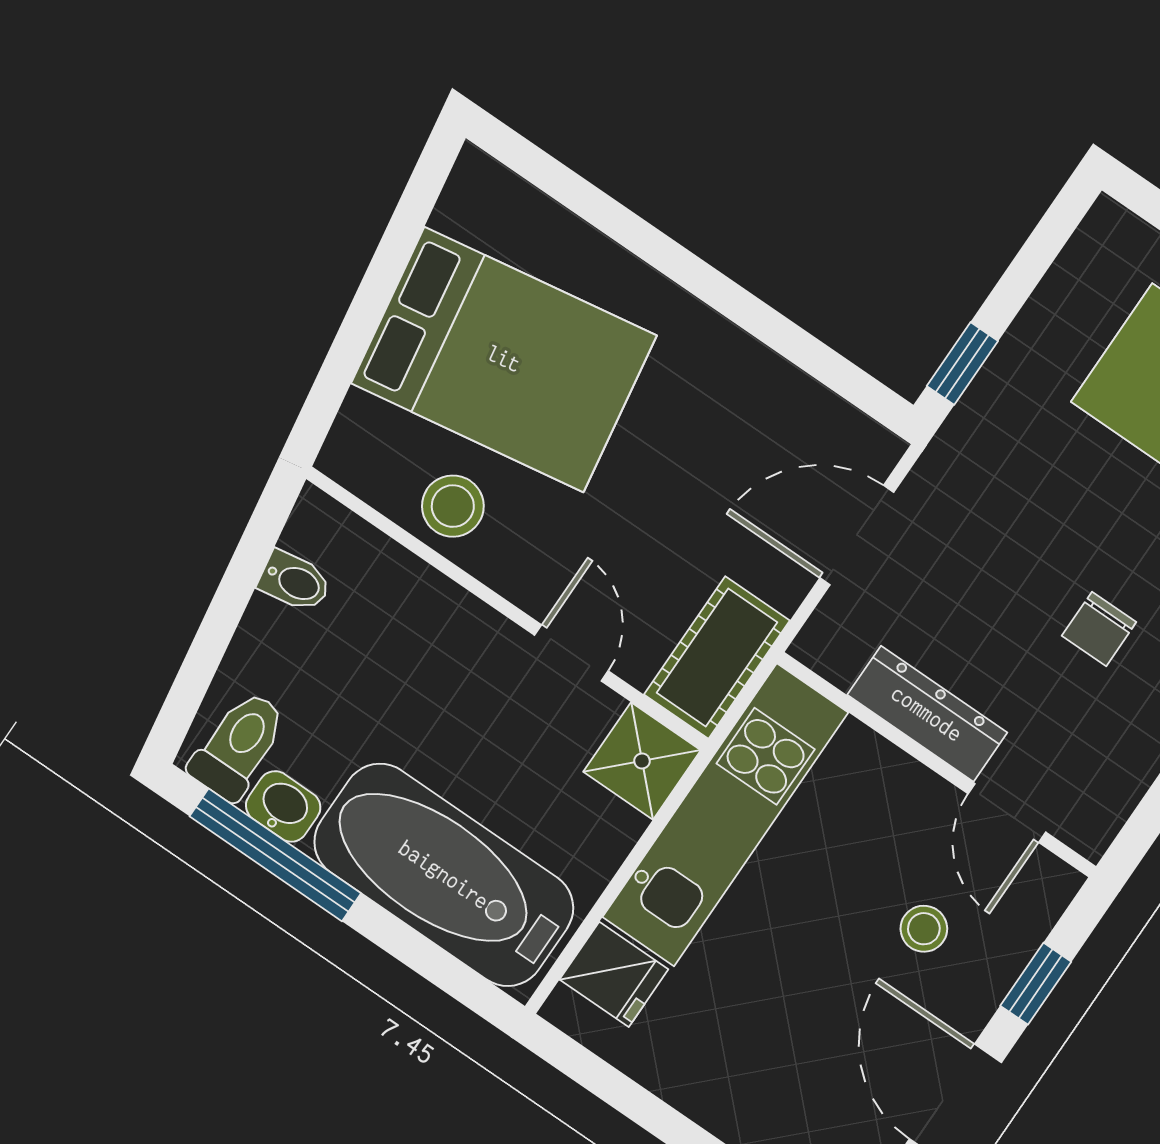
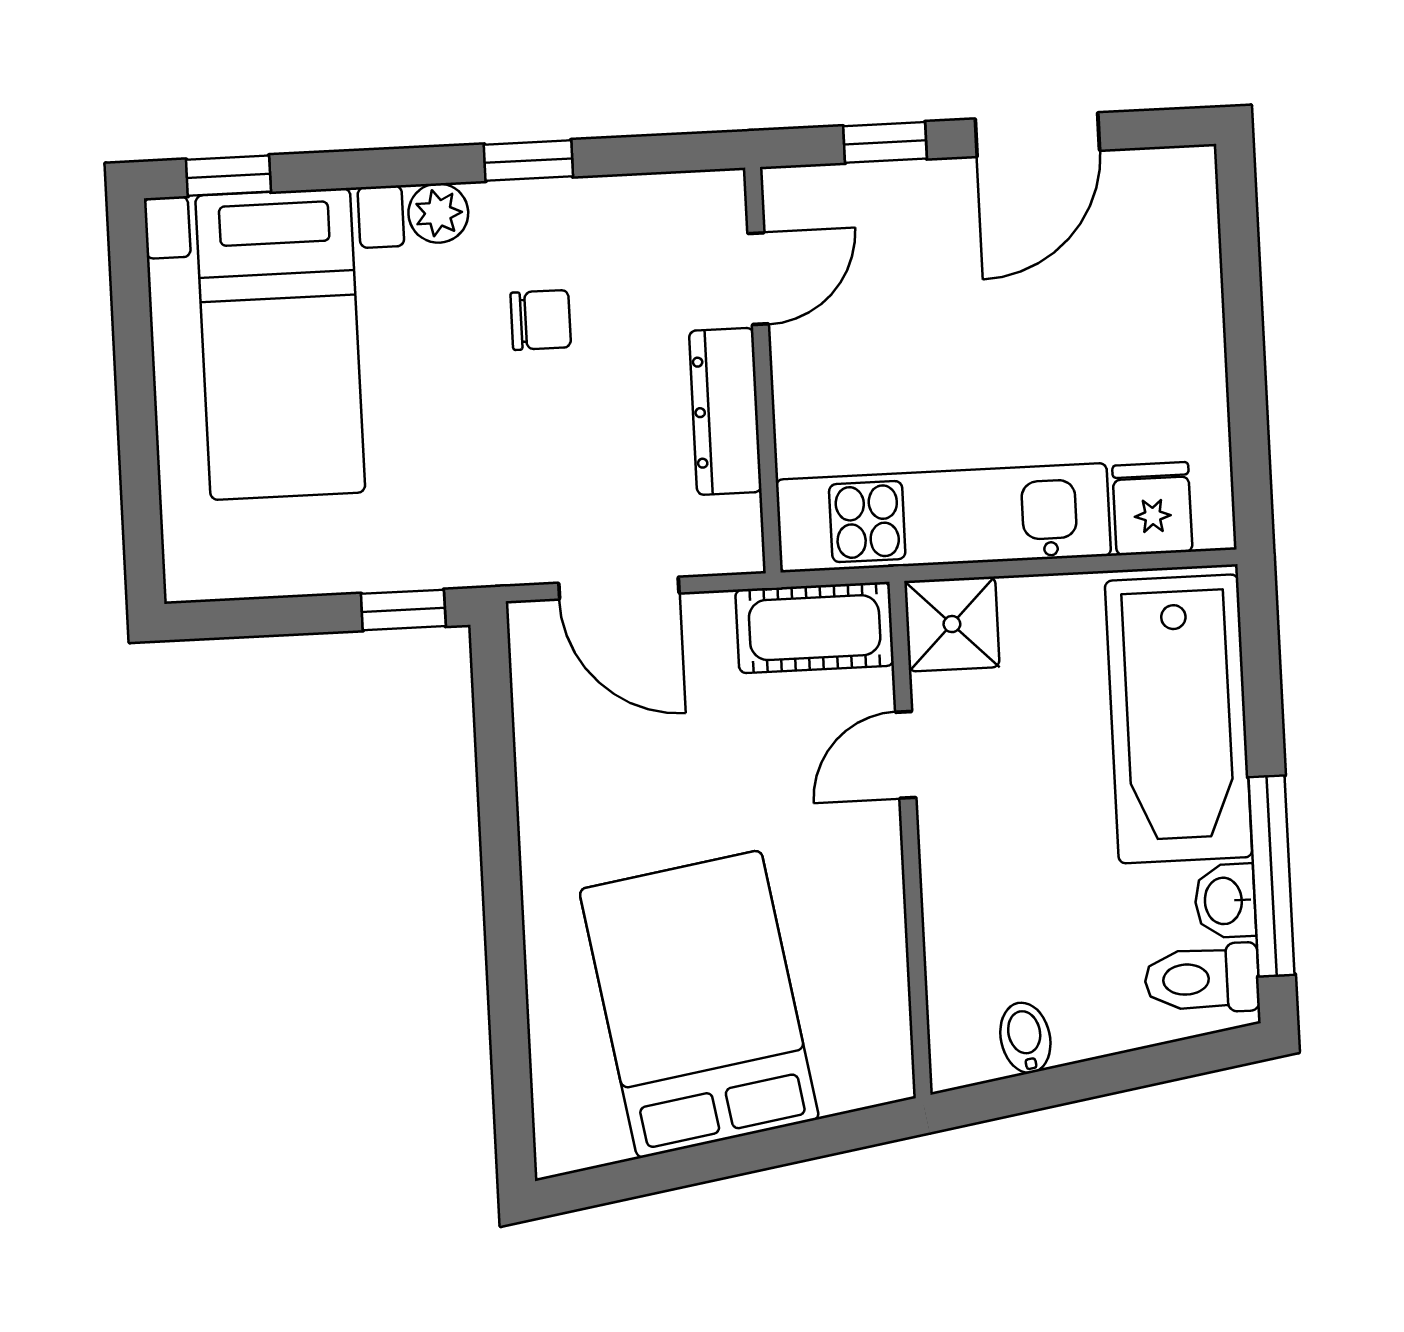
stool: (453, 506) -> (858, 952), removed
stool: (924, 929) -> (911, 274), removed

